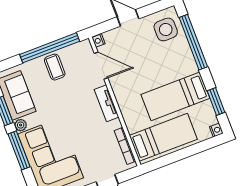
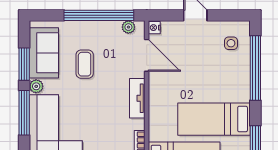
side table: (166, 29) -> (231, 43), width x0.54, depth x0.54
plant: (77, 48) -> (128, 27), added
coffee table: (55, 67) -> (85, 64), moved

